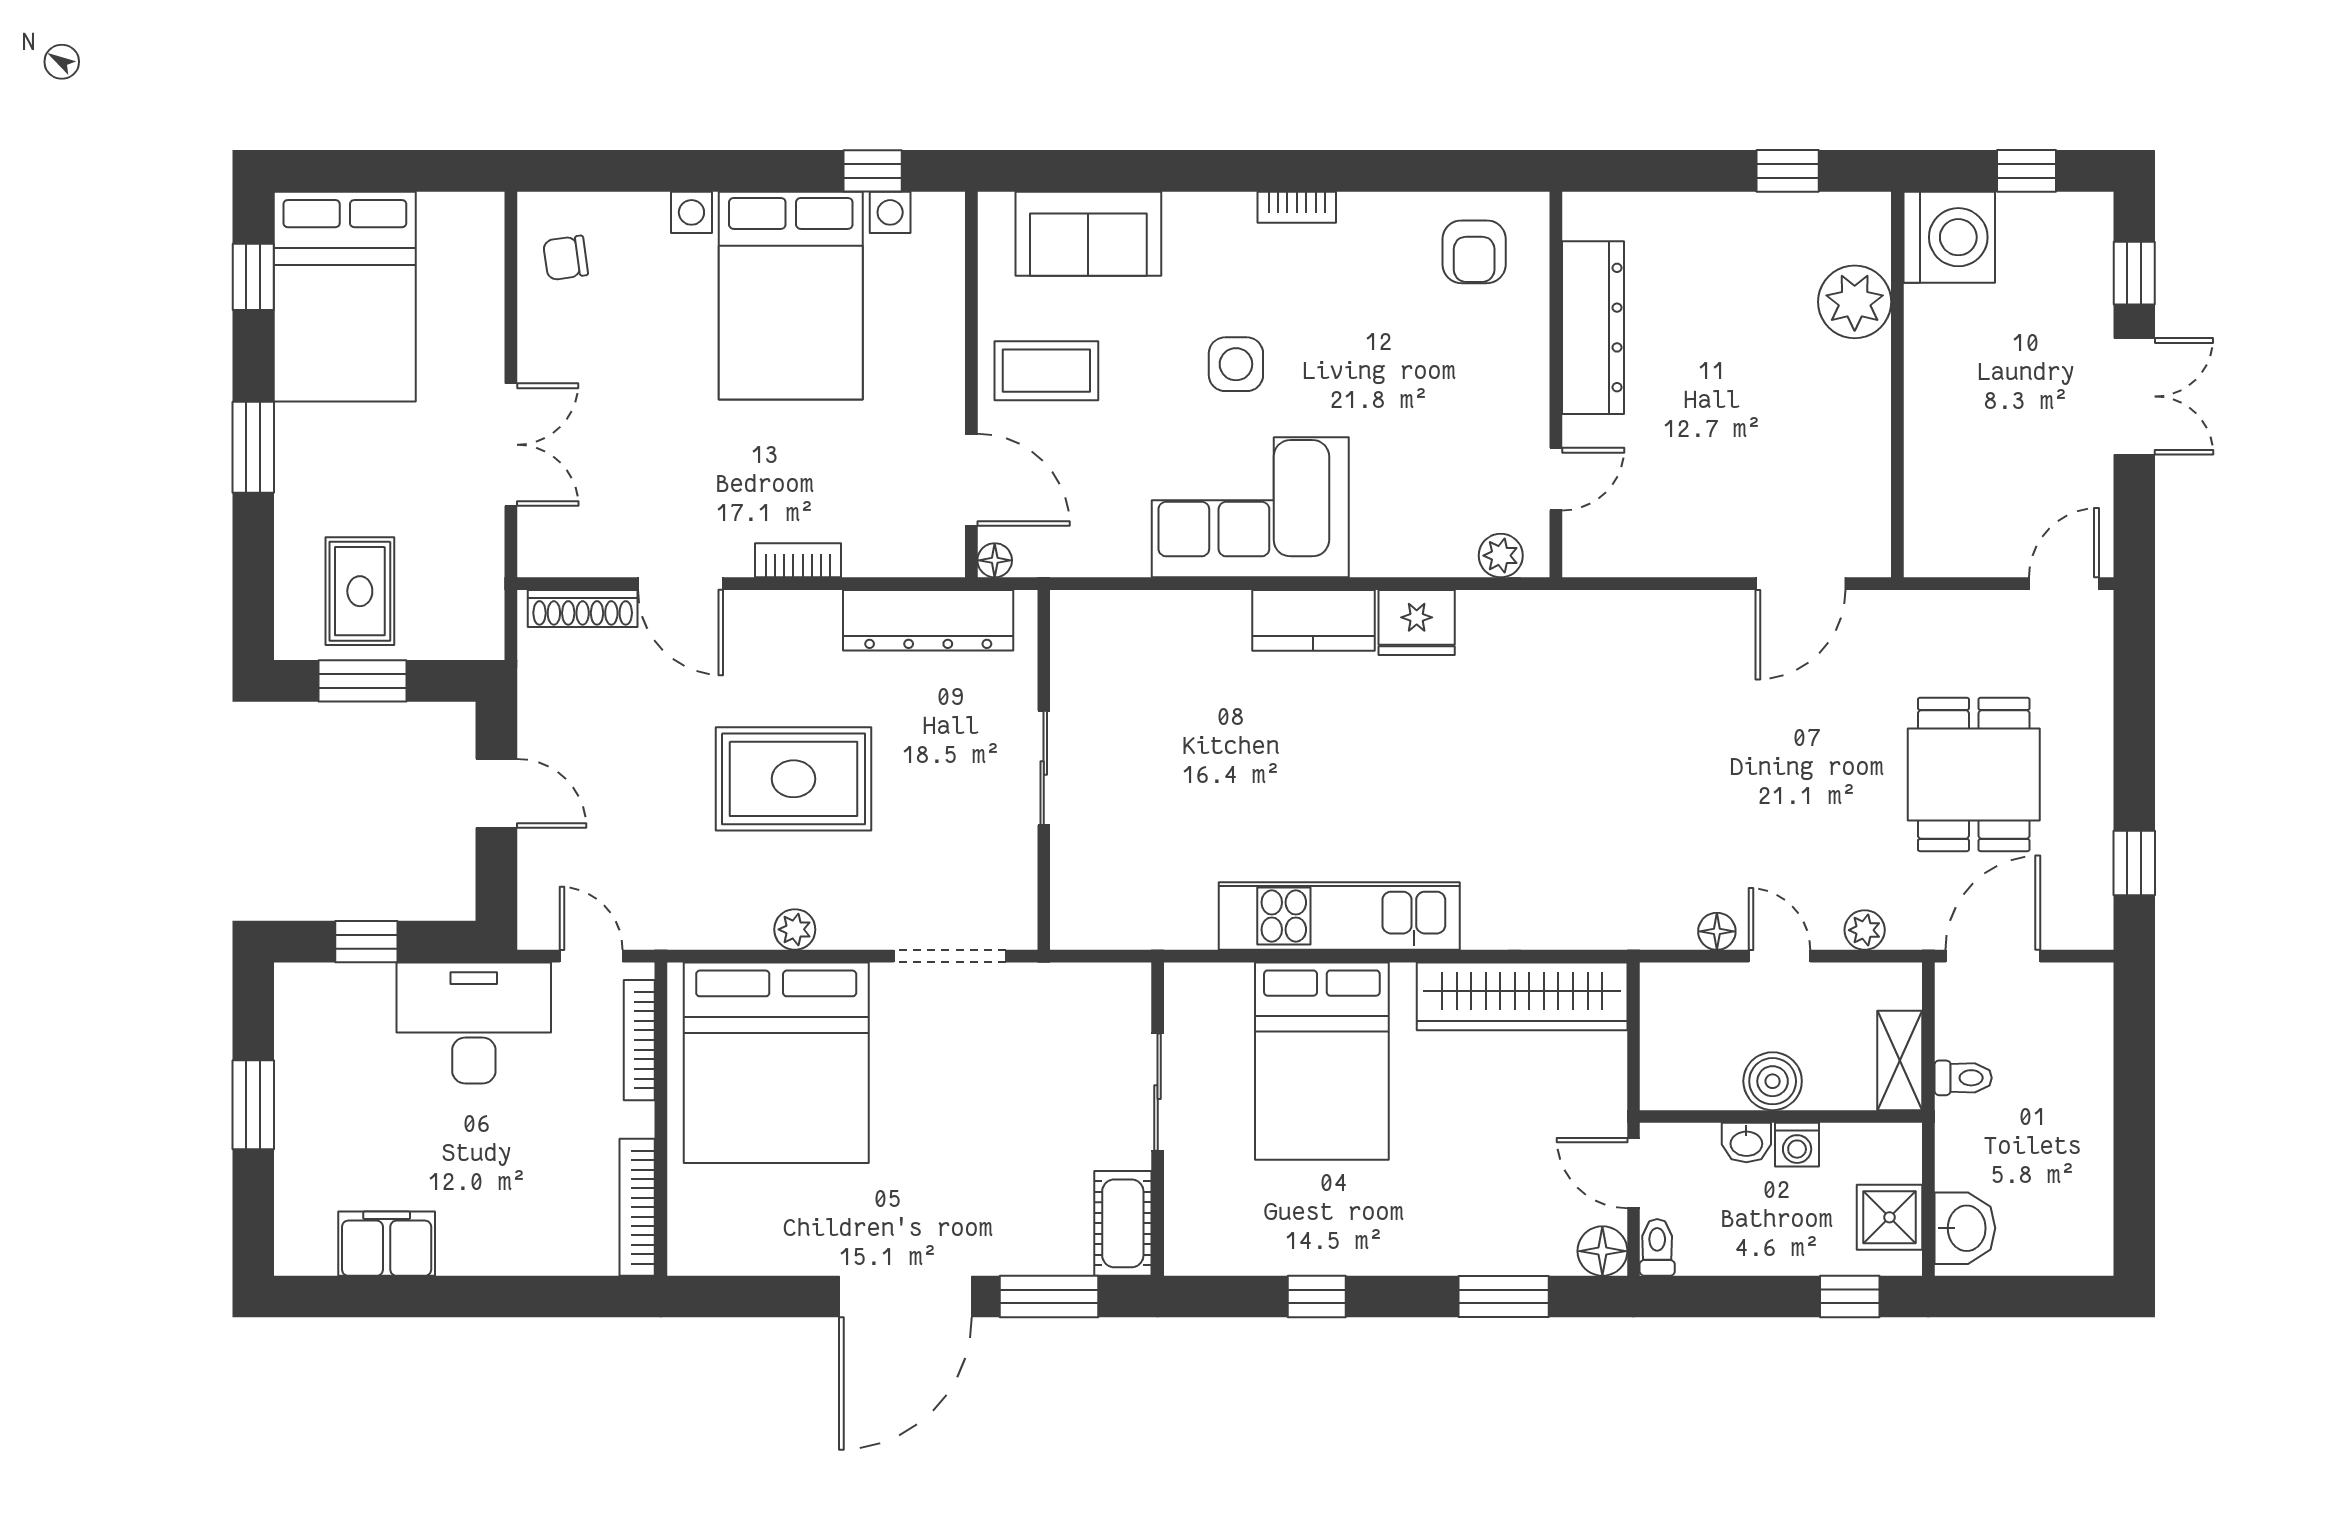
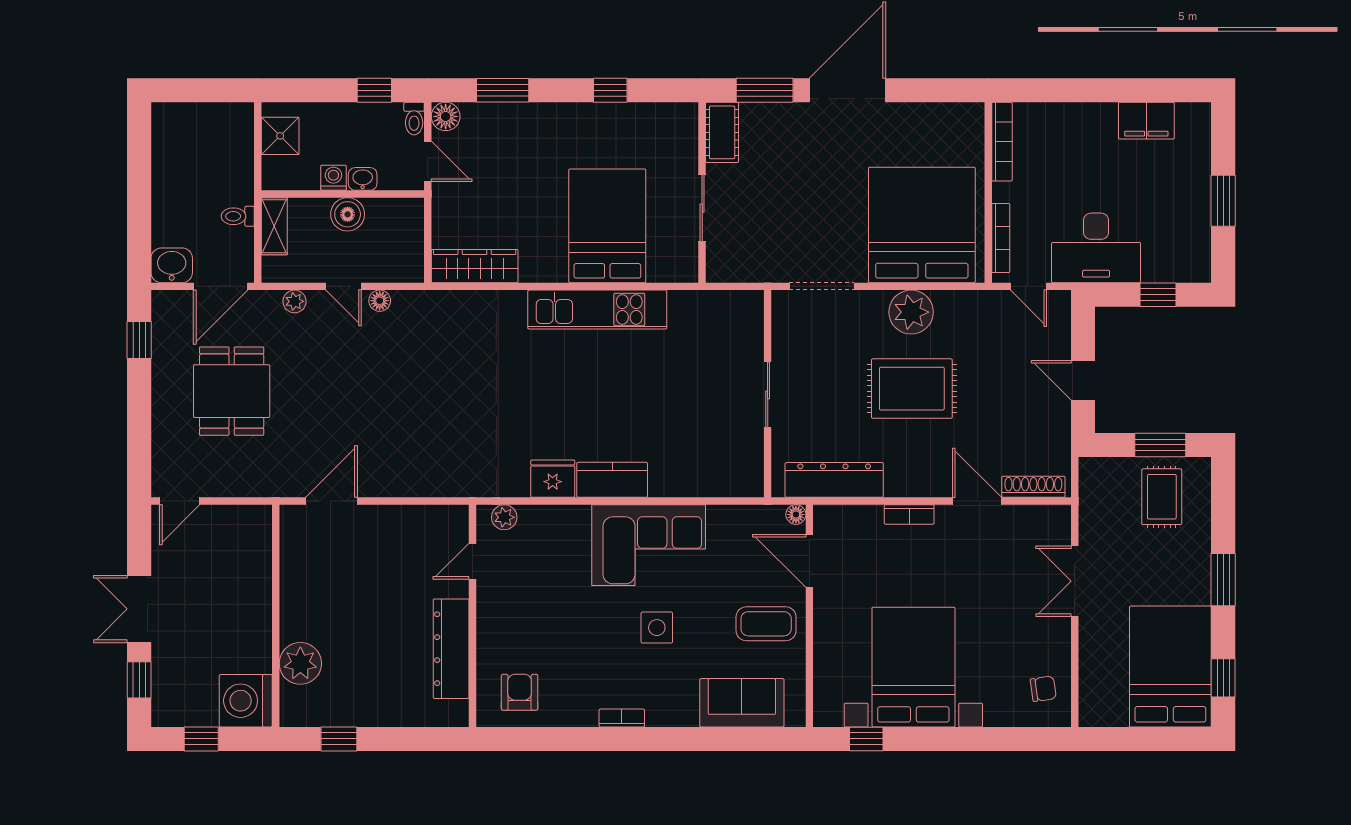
plant: (795, 929) -> (911, 312), width x1.87, depth x1.87
wardrobe: (1522, 996) -> (475, 266), width x0.71, depth x0.85
washbasin: (1965, 1228) -> (172, 265), moved, turned 90
window: (1850, 1297) -> (374, 90), moved

